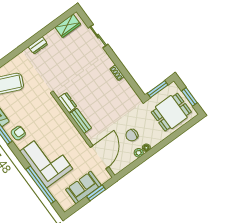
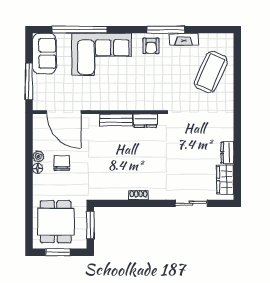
dresser: (38, 45) -> (227, 153), moved
sofa: (83, 187) -> (44, 54), moved
window: (96, 193) -> (29, 81), width x1.44

